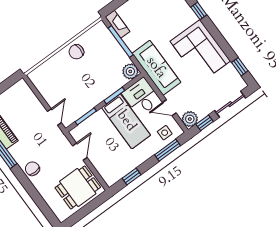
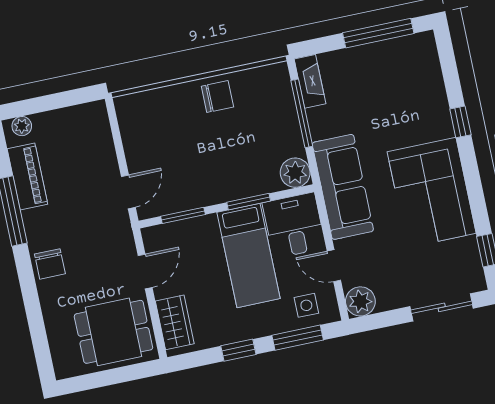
chair: (76, 52) -> (217, 97), turned 180
window: (205, 123) -> (383, 320), removed
chair: (32, 169) -> (50, 264), turned 180
wardrobe: (105, 170) -> (175, 322), added
window: (132, 177) -> (238, 350), moved

